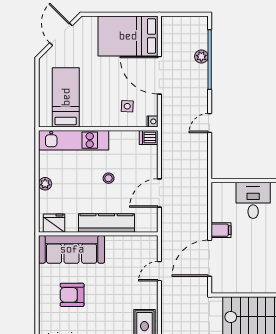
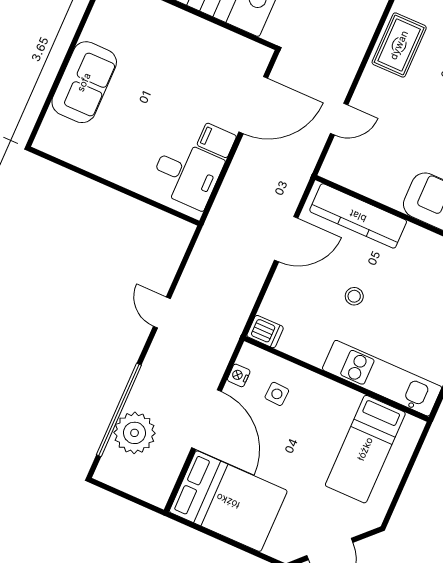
plant: (201, 57) -> (135, 433), width x1.88, depth x1.88
nightstand: (152, 121) -> (239, 375), moved
door: (210, 123) -> (162, 312), swing flipped
desk: (253, 200) -> (187, 174), moved, turned -90
kitchen counter: (107, 223) -> (358, 216), moved

